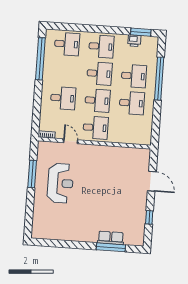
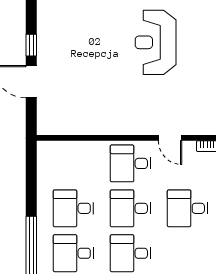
reception desk: (60, 183) -> (156, 42), moved
window: (149, 217) -> (31, 45), moved

